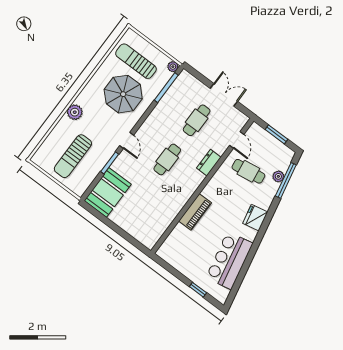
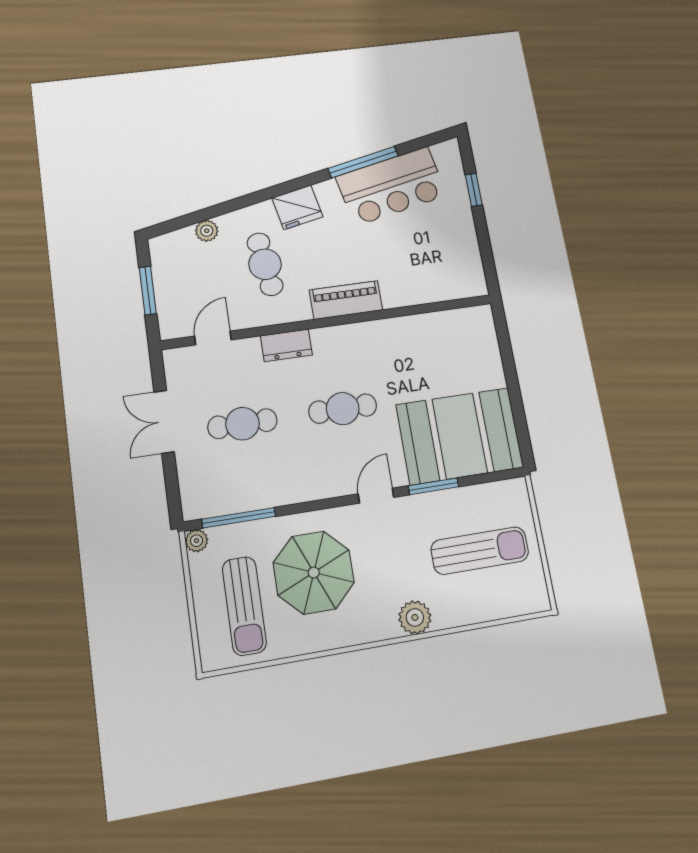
cafe table: (248, 171) -> (265, 264), moved
window: (286, 180) -> (363, 162), moved
booth: (108, 192) -> (460, 436), width x1.36, depth x1.42
piano: (195, 212) -> (346, 300), moved

